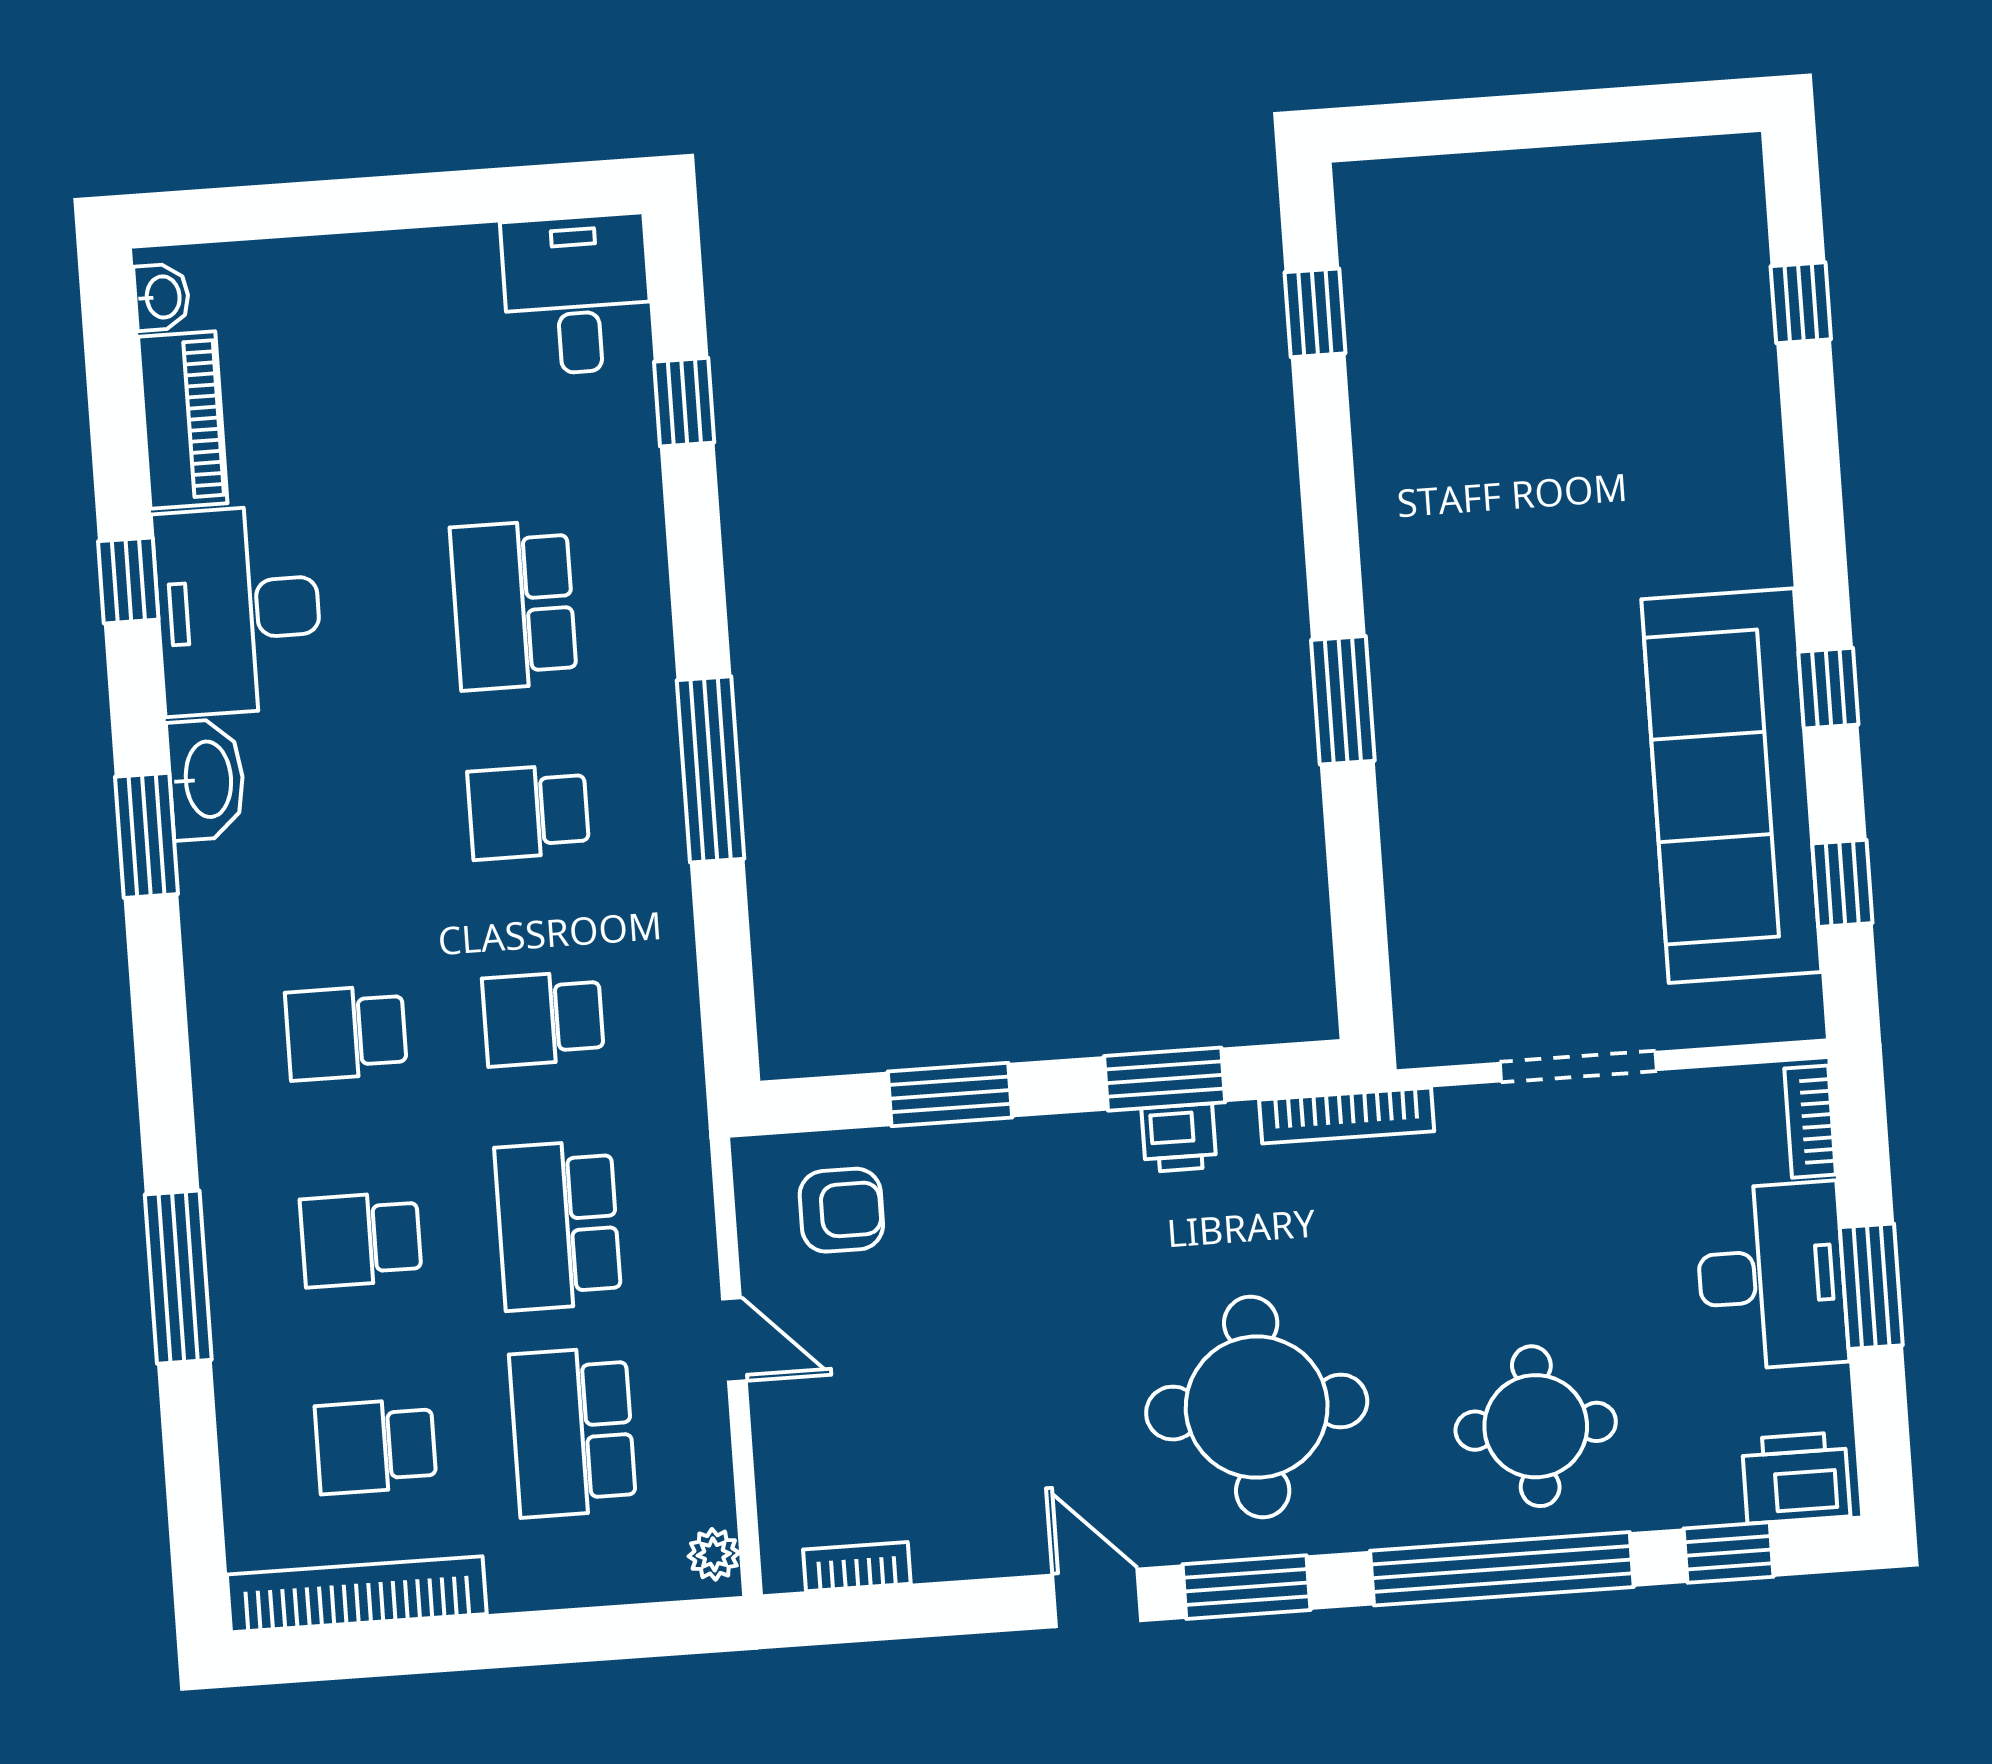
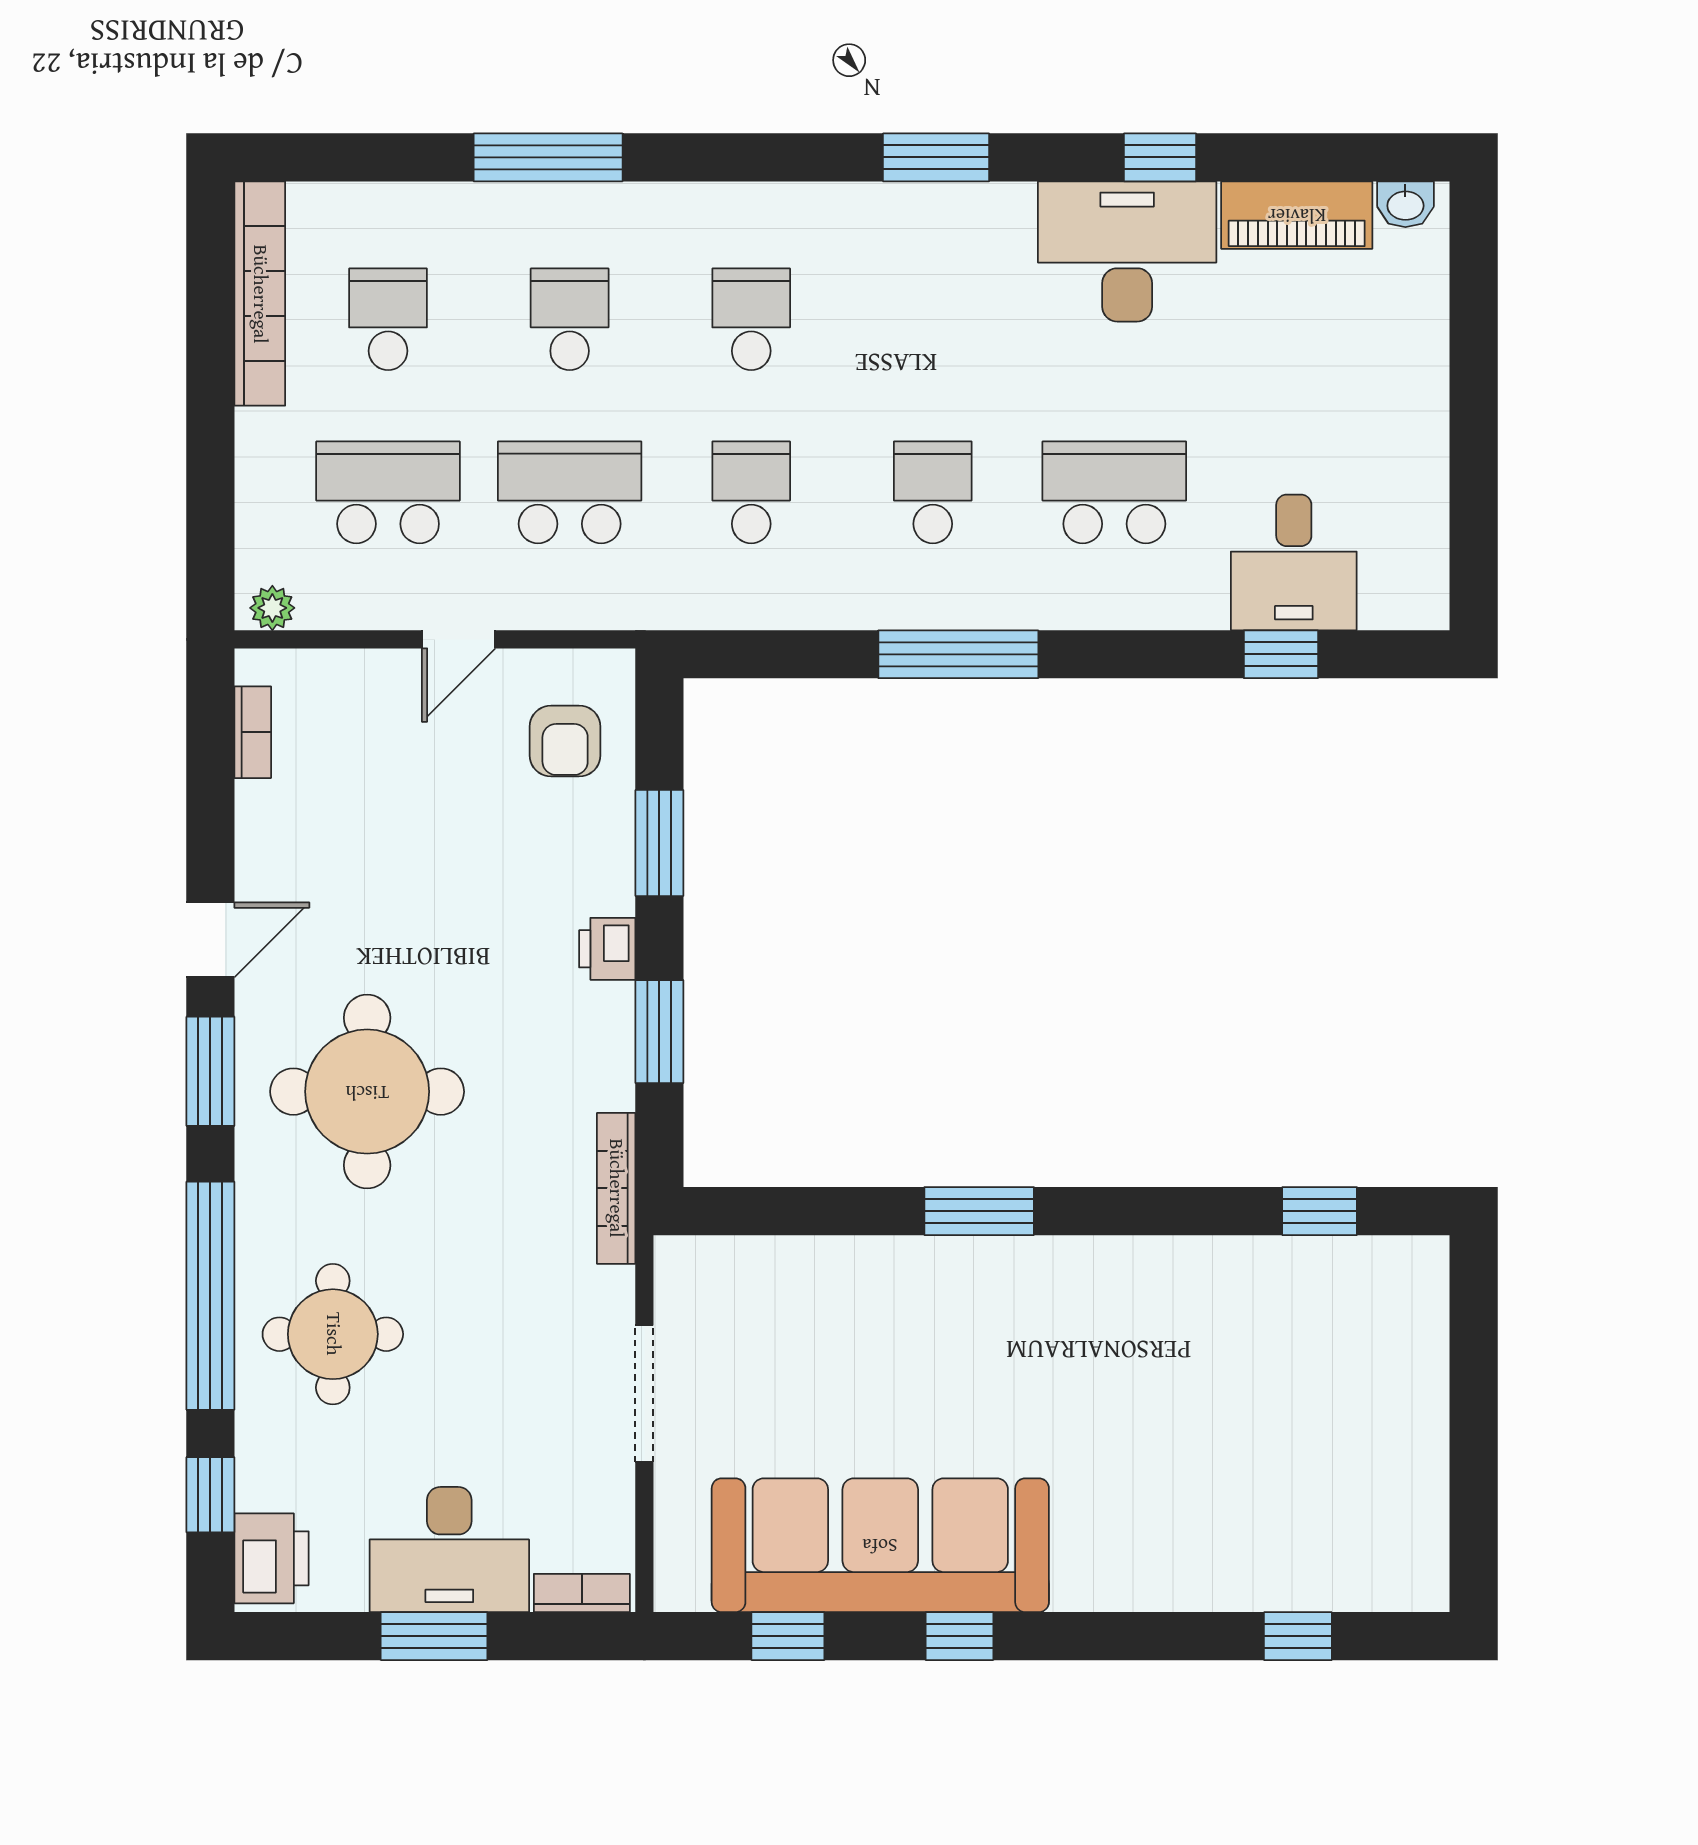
desk: (577, 294) -> (1294, 562), moved, turned 90
washbasin: (206, 779) -> (981, 213), removed
printer: (1179, 1138) -> (607, 949), moved

